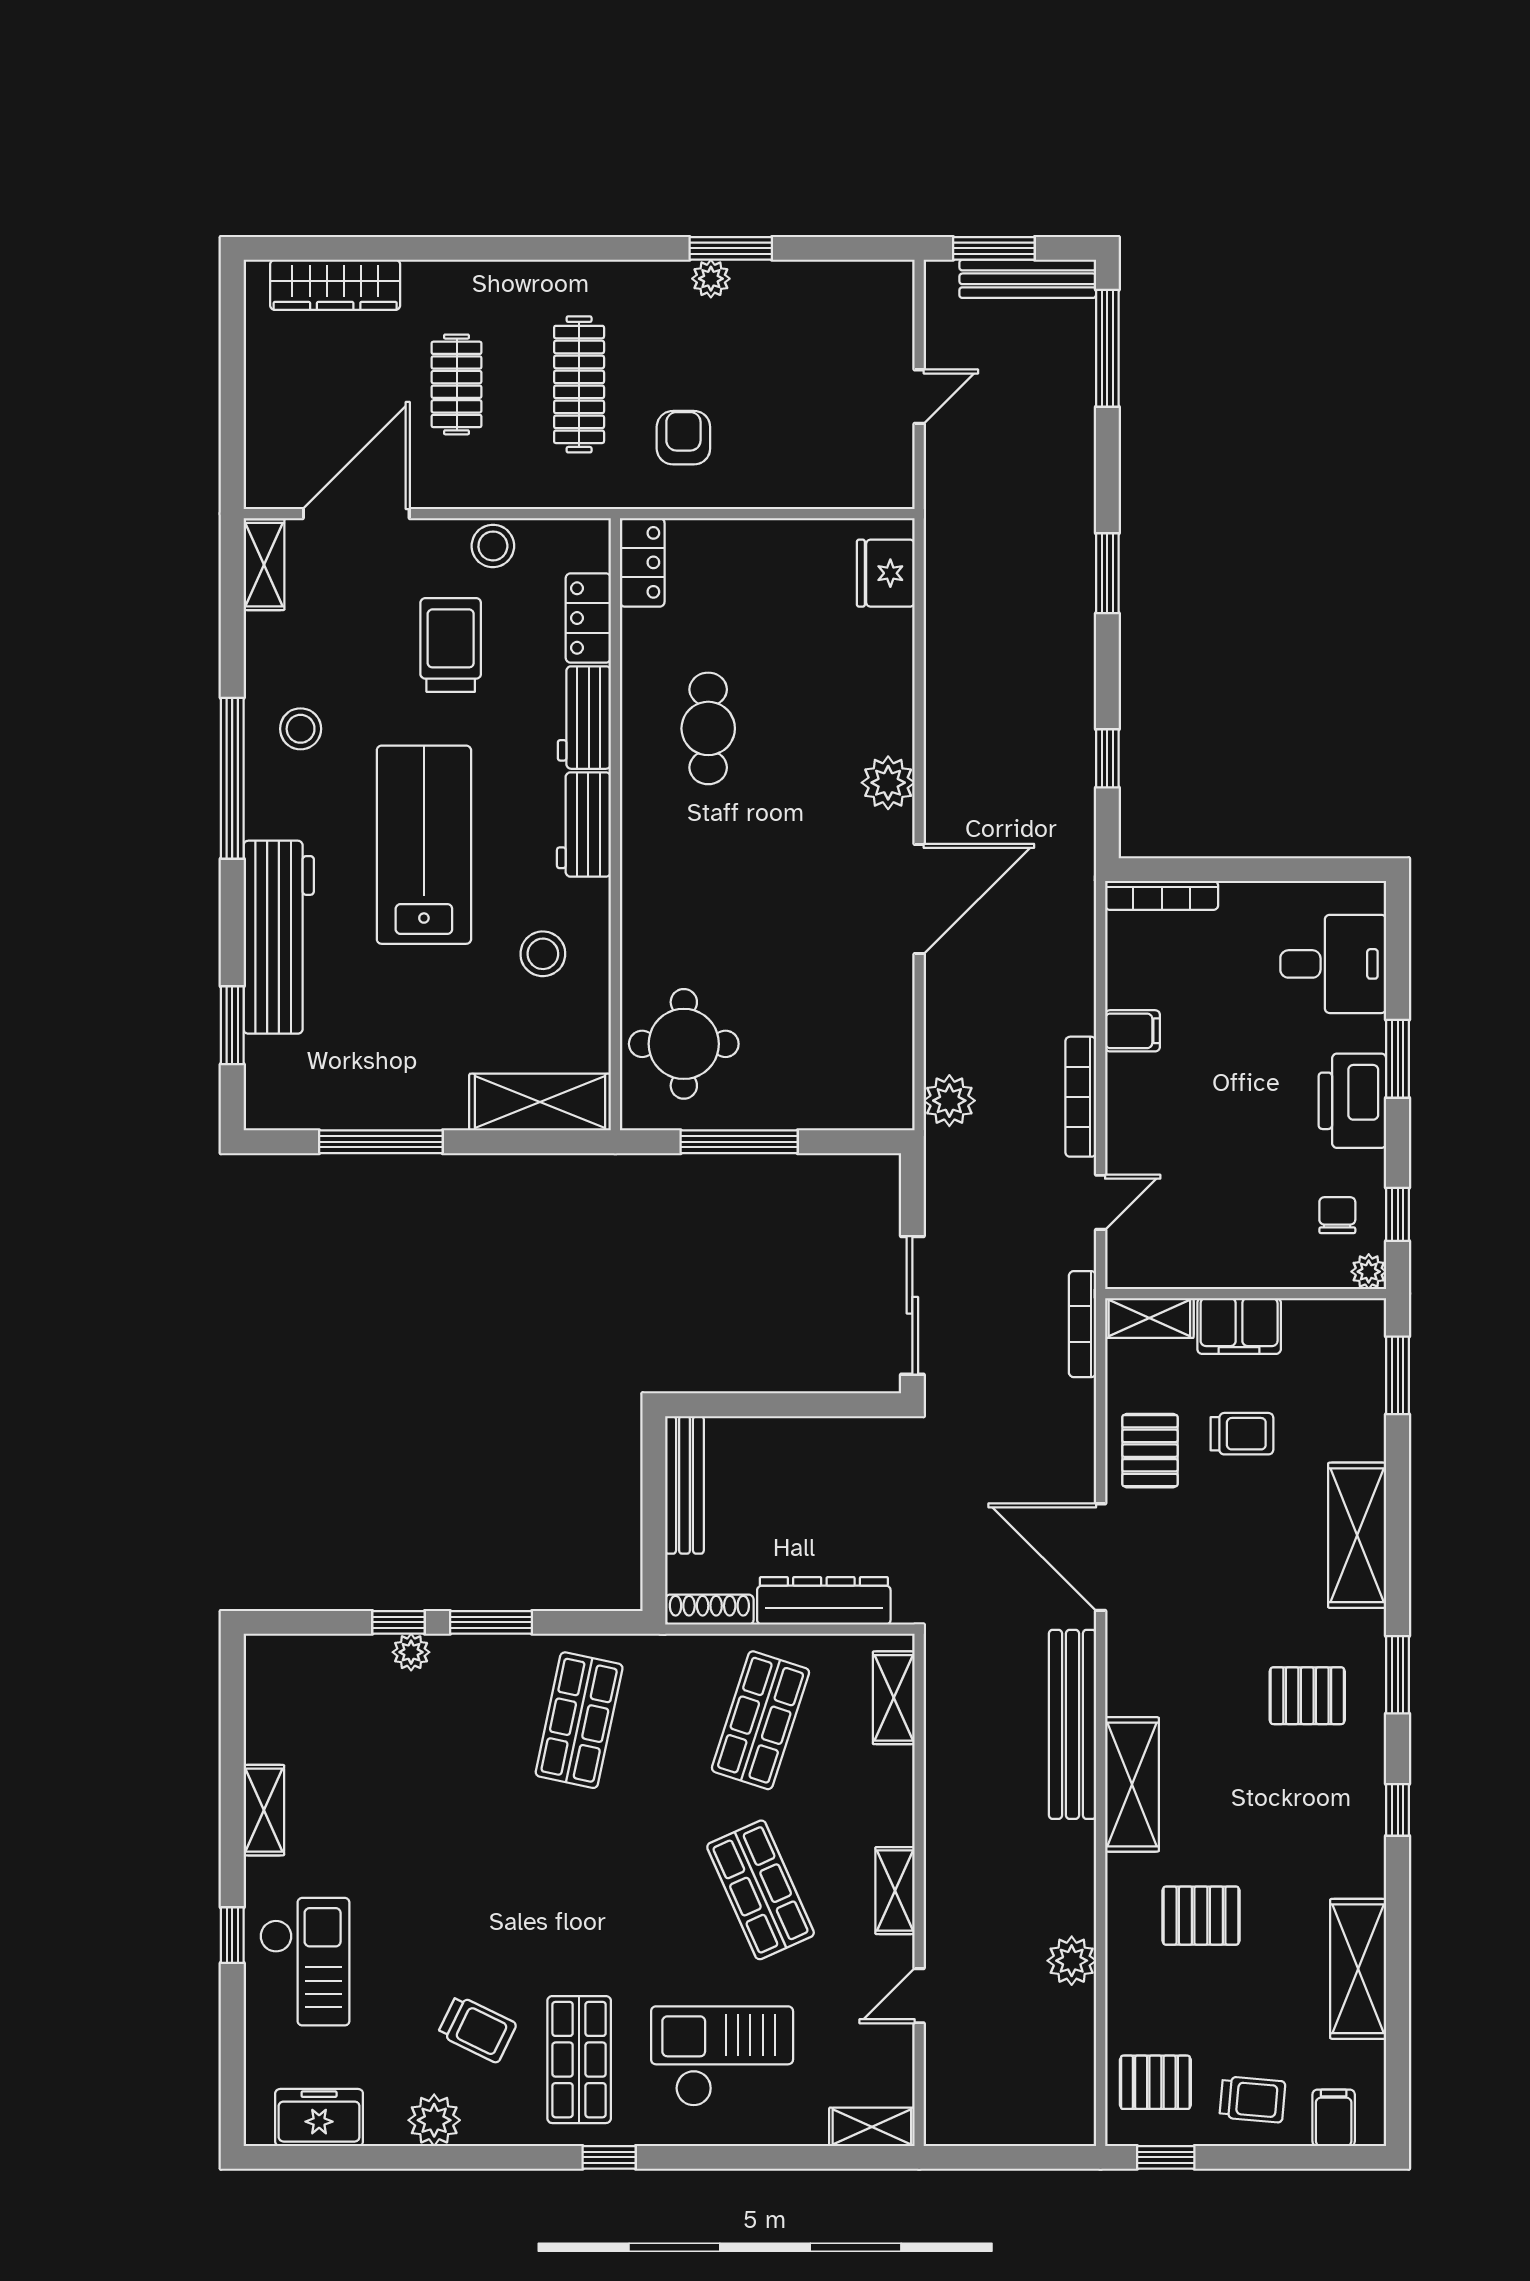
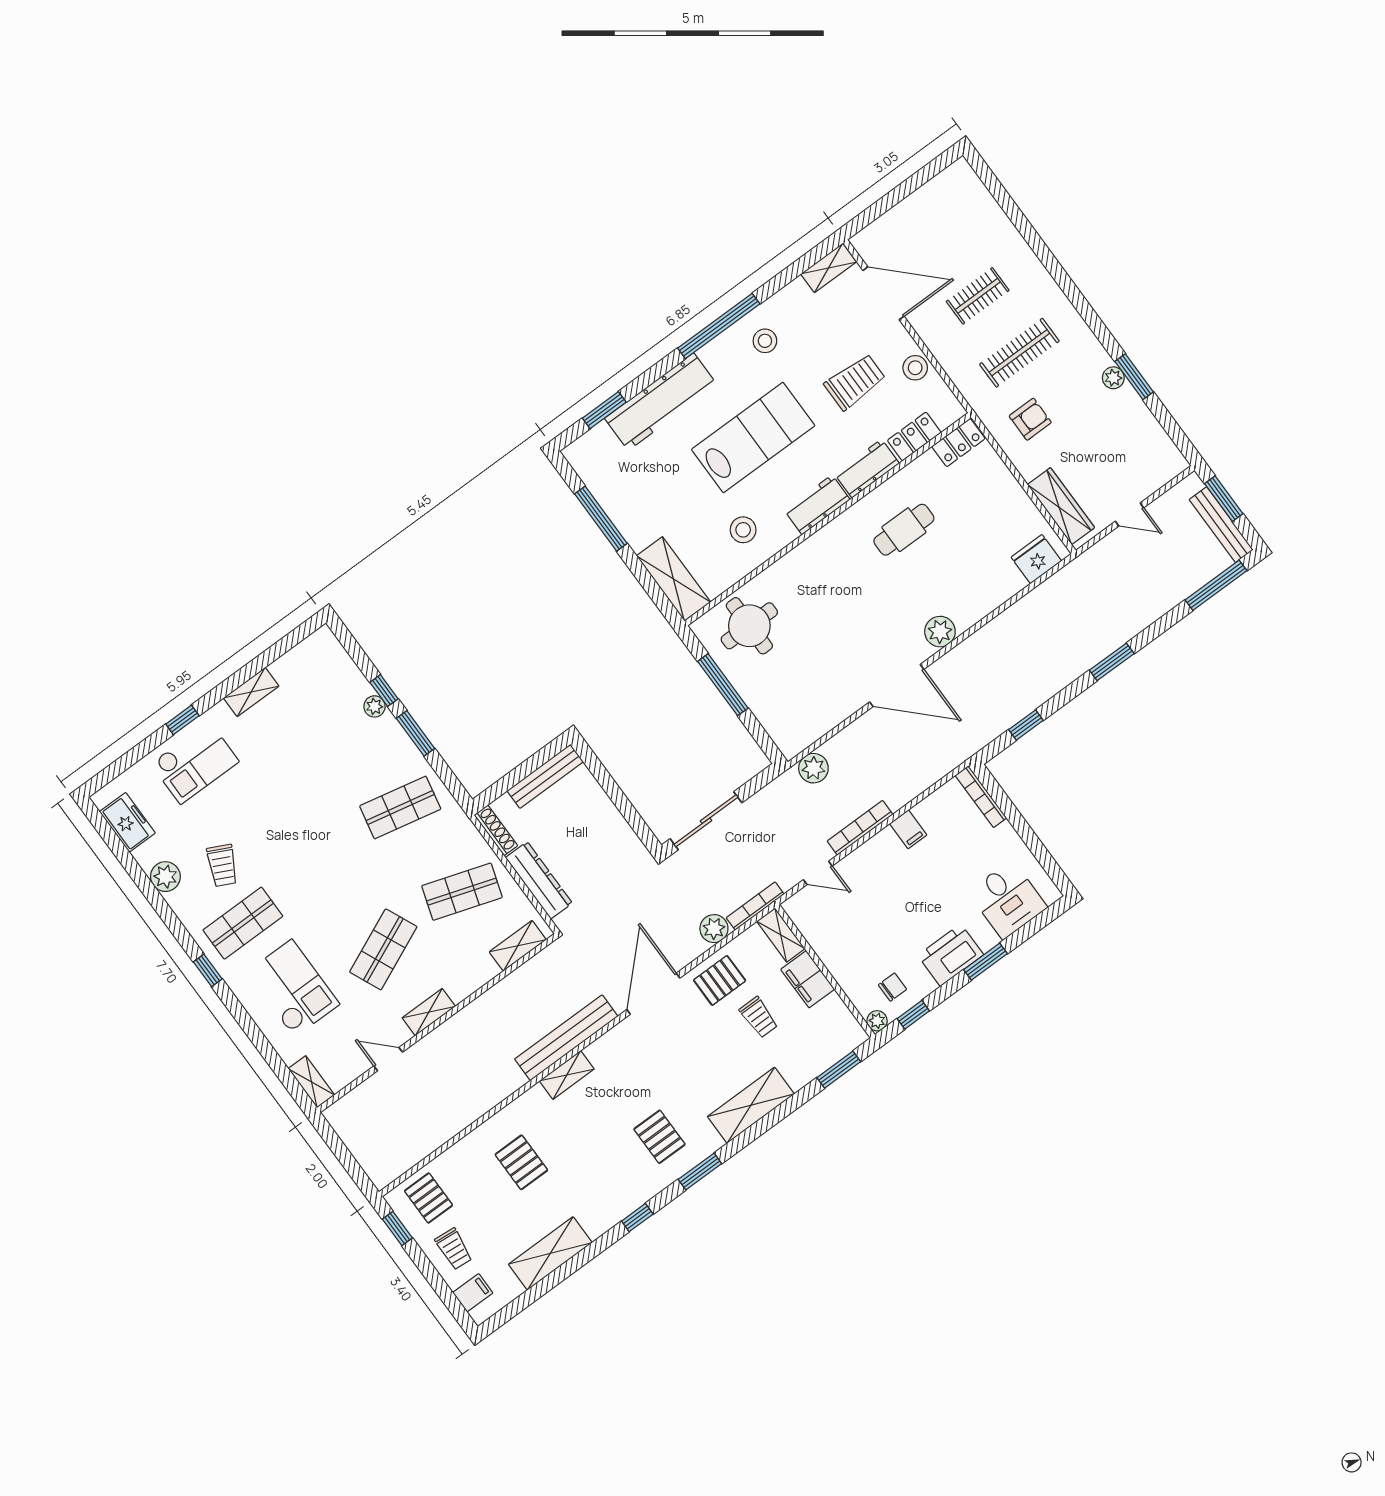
wardrobe: (335, 285) -> (1061, 506), moved, turned 180
shelving: (1132, 1784) -> (567, 1075), width x0.67, depth x0.75
plant: (1072, 1961) -> (714, 929), moved

